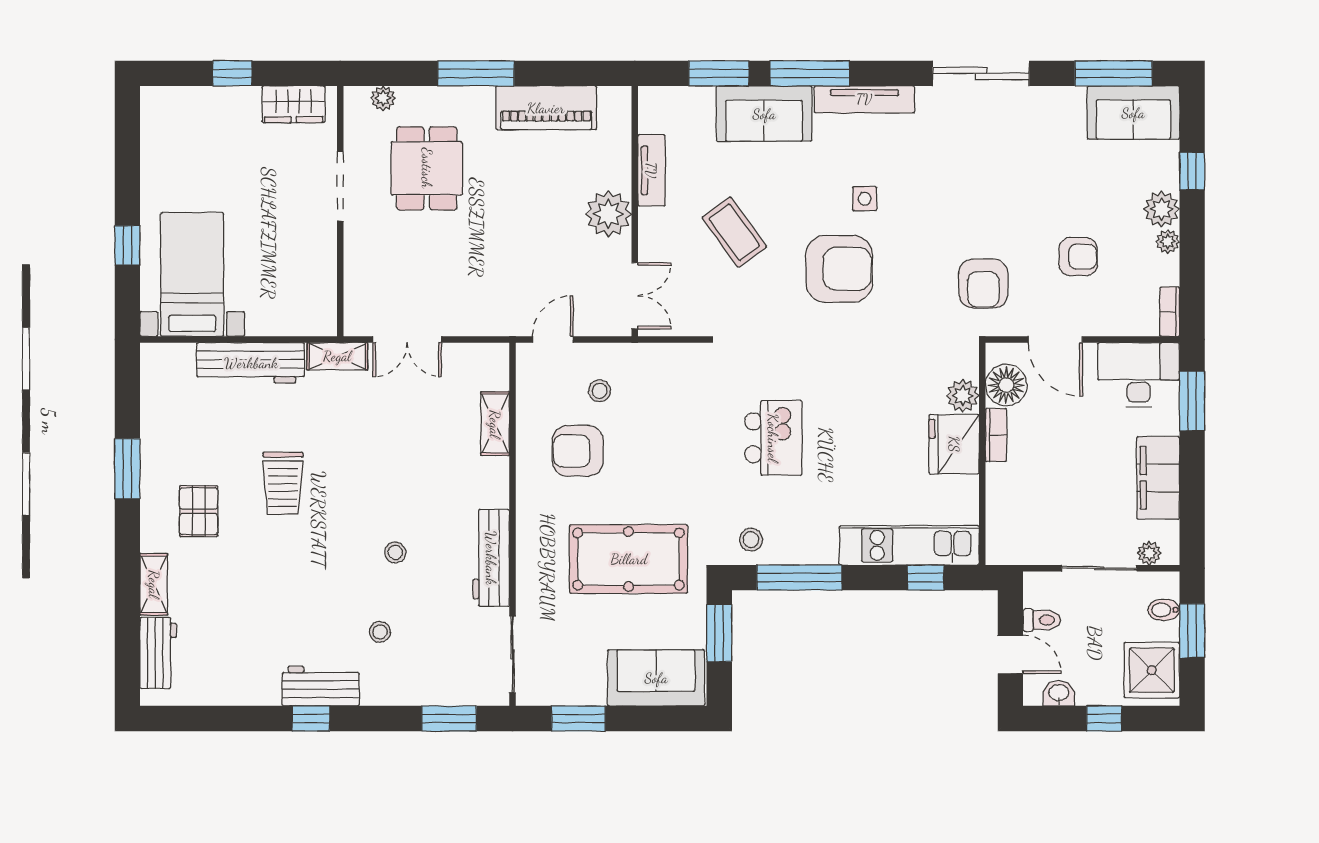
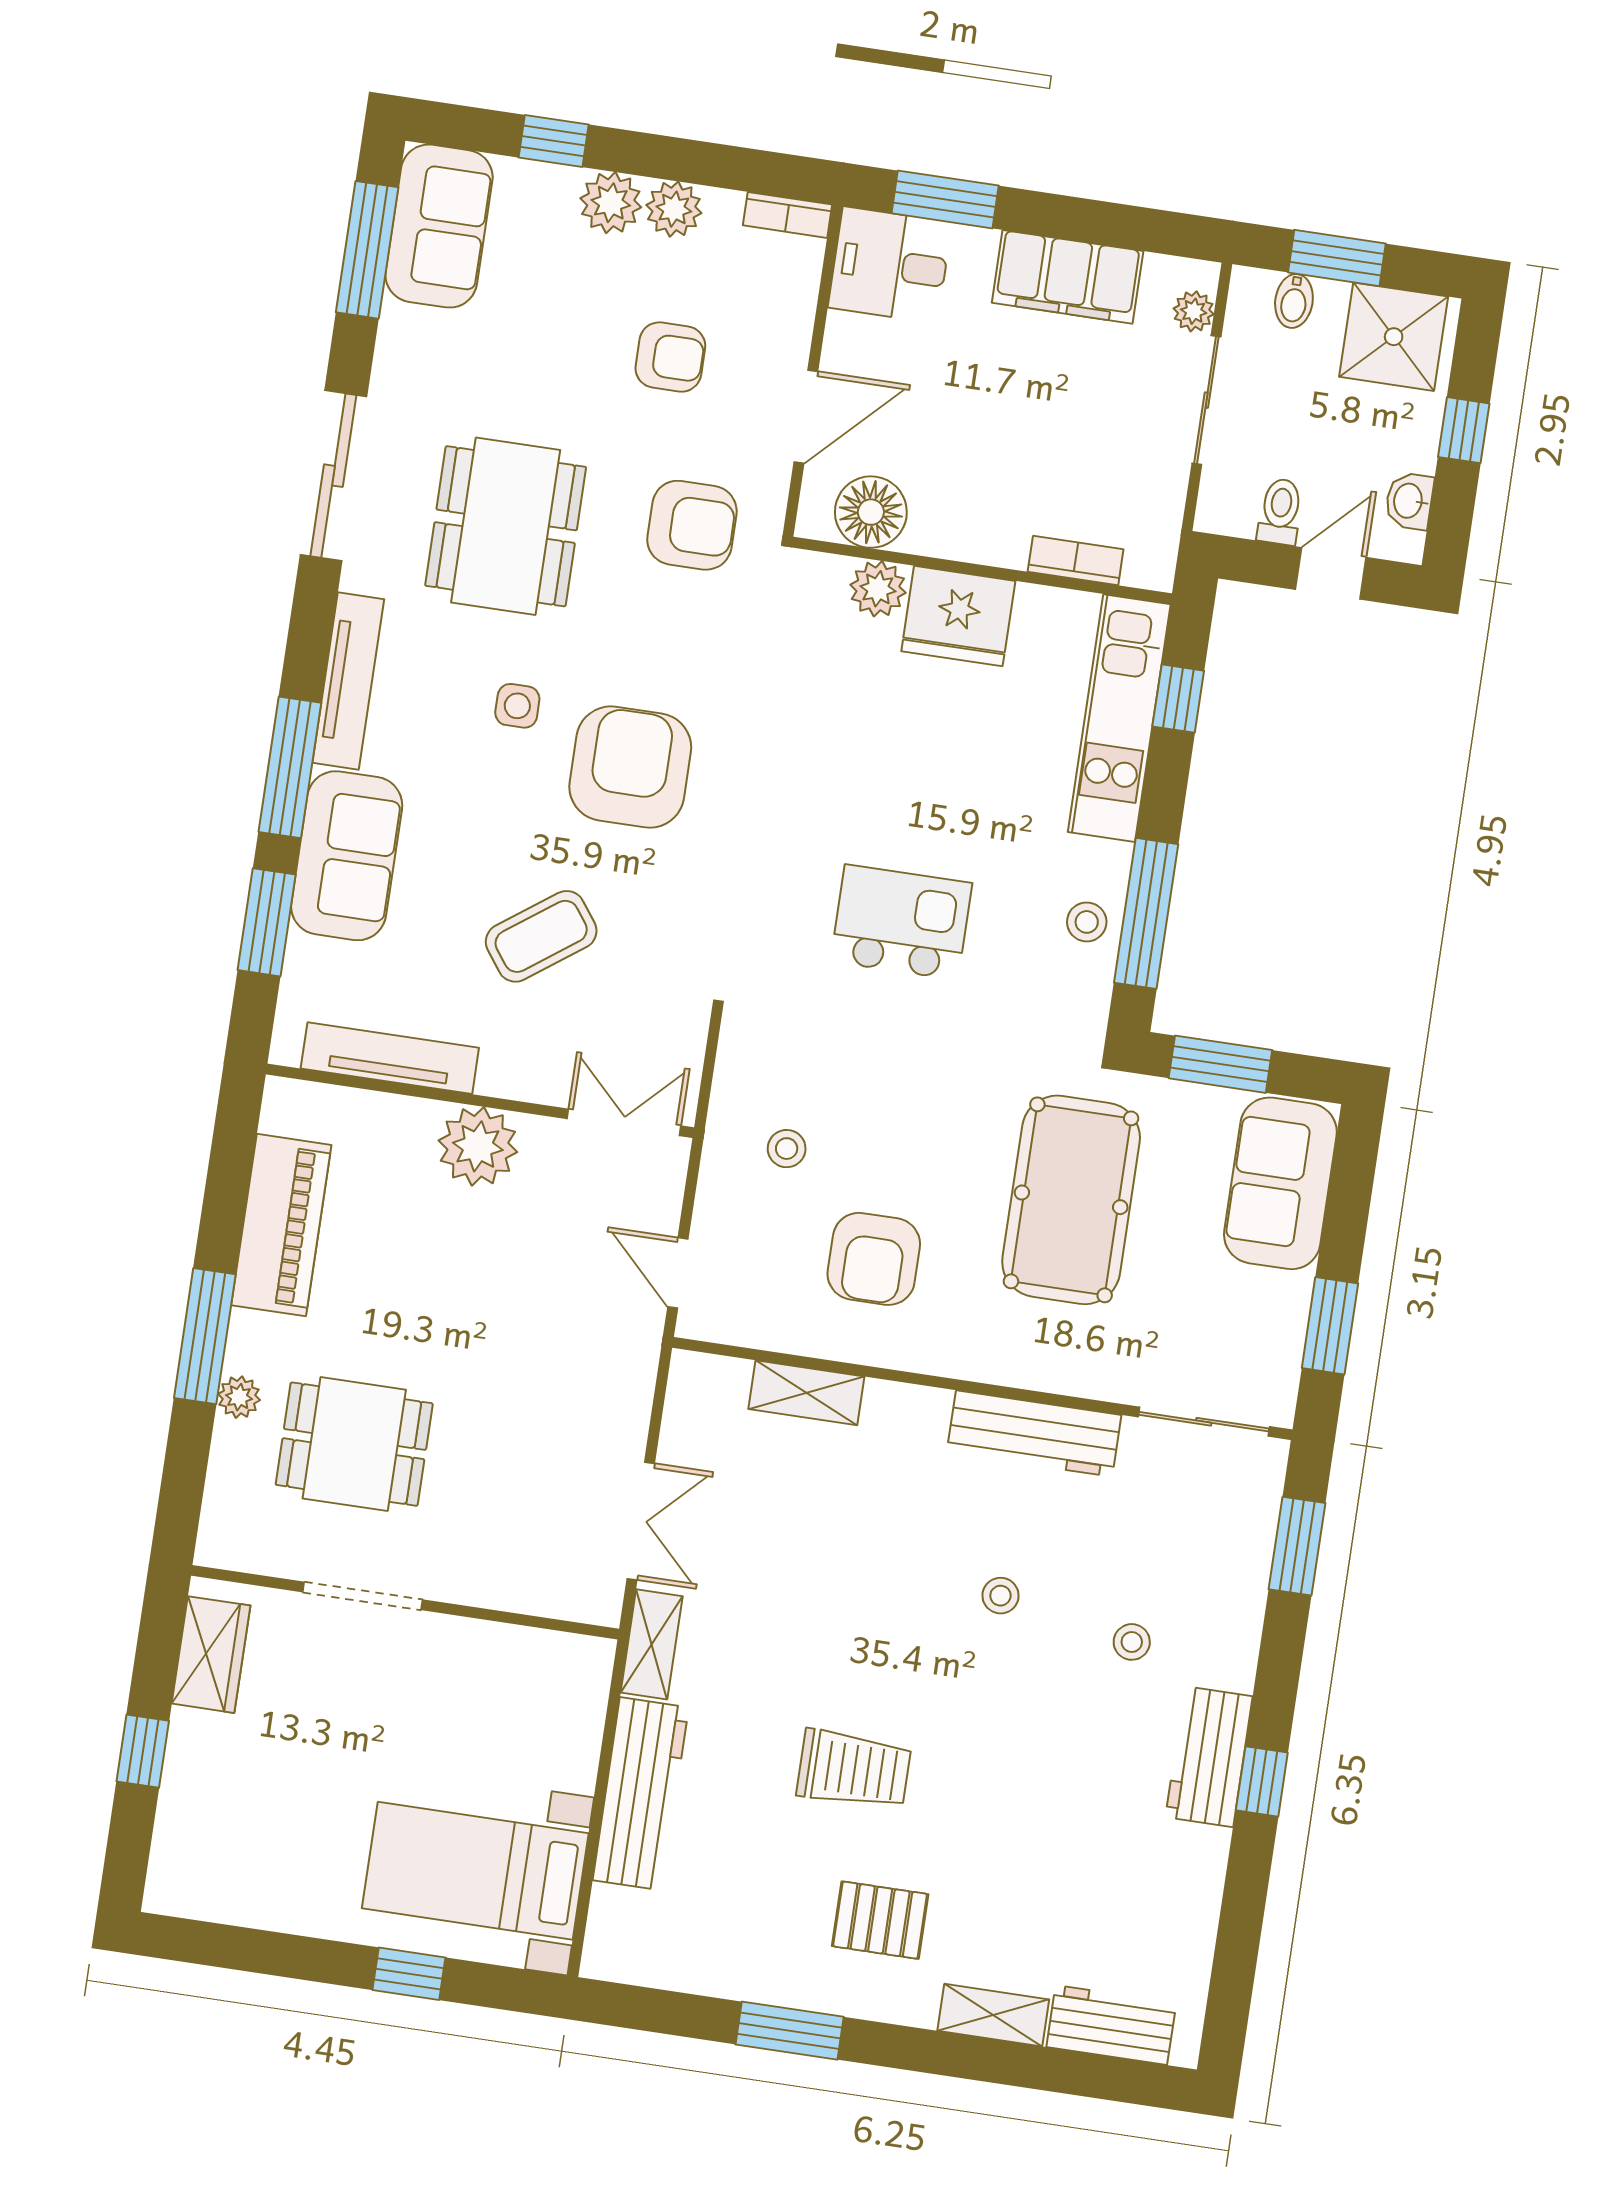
plant: (383, 98) -> (239, 1397), moved
tv unit: (651, 170) -> (390, 1058), width x1.41
dining table: (967, 177) -> (506, 526), added
plant: (1168, 242) -> (674, 209), width x1.38, depth x1.38
armchair: (1078, 257) -> (670, 357), turned 90
desk: (1139, 375) -> (890, 265), width x0.73
stool: (600, 391) -> (787, 1149), moved
bookcase: (996, 435) -> (1076, 560), moved
stool: (751, 540) -> (1087, 922), moved

